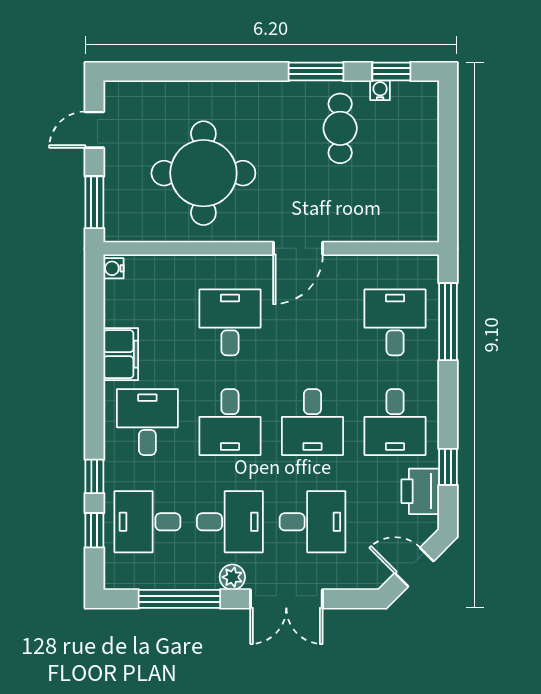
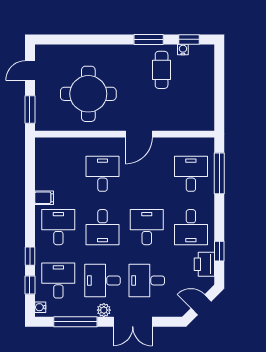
water cooler: (114, 268) -> (40, 307), moved
filing cabinet: (121, 354) -> (44, 198), width x0.50
desk: (312, 422) -> (147, 227), turned 180
desk: (147, 522) -> (58, 281), turned 90
desk: (230, 522) -> (103, 281), turned 180
desk: (312, 522) -> (147, 281), turned 180

